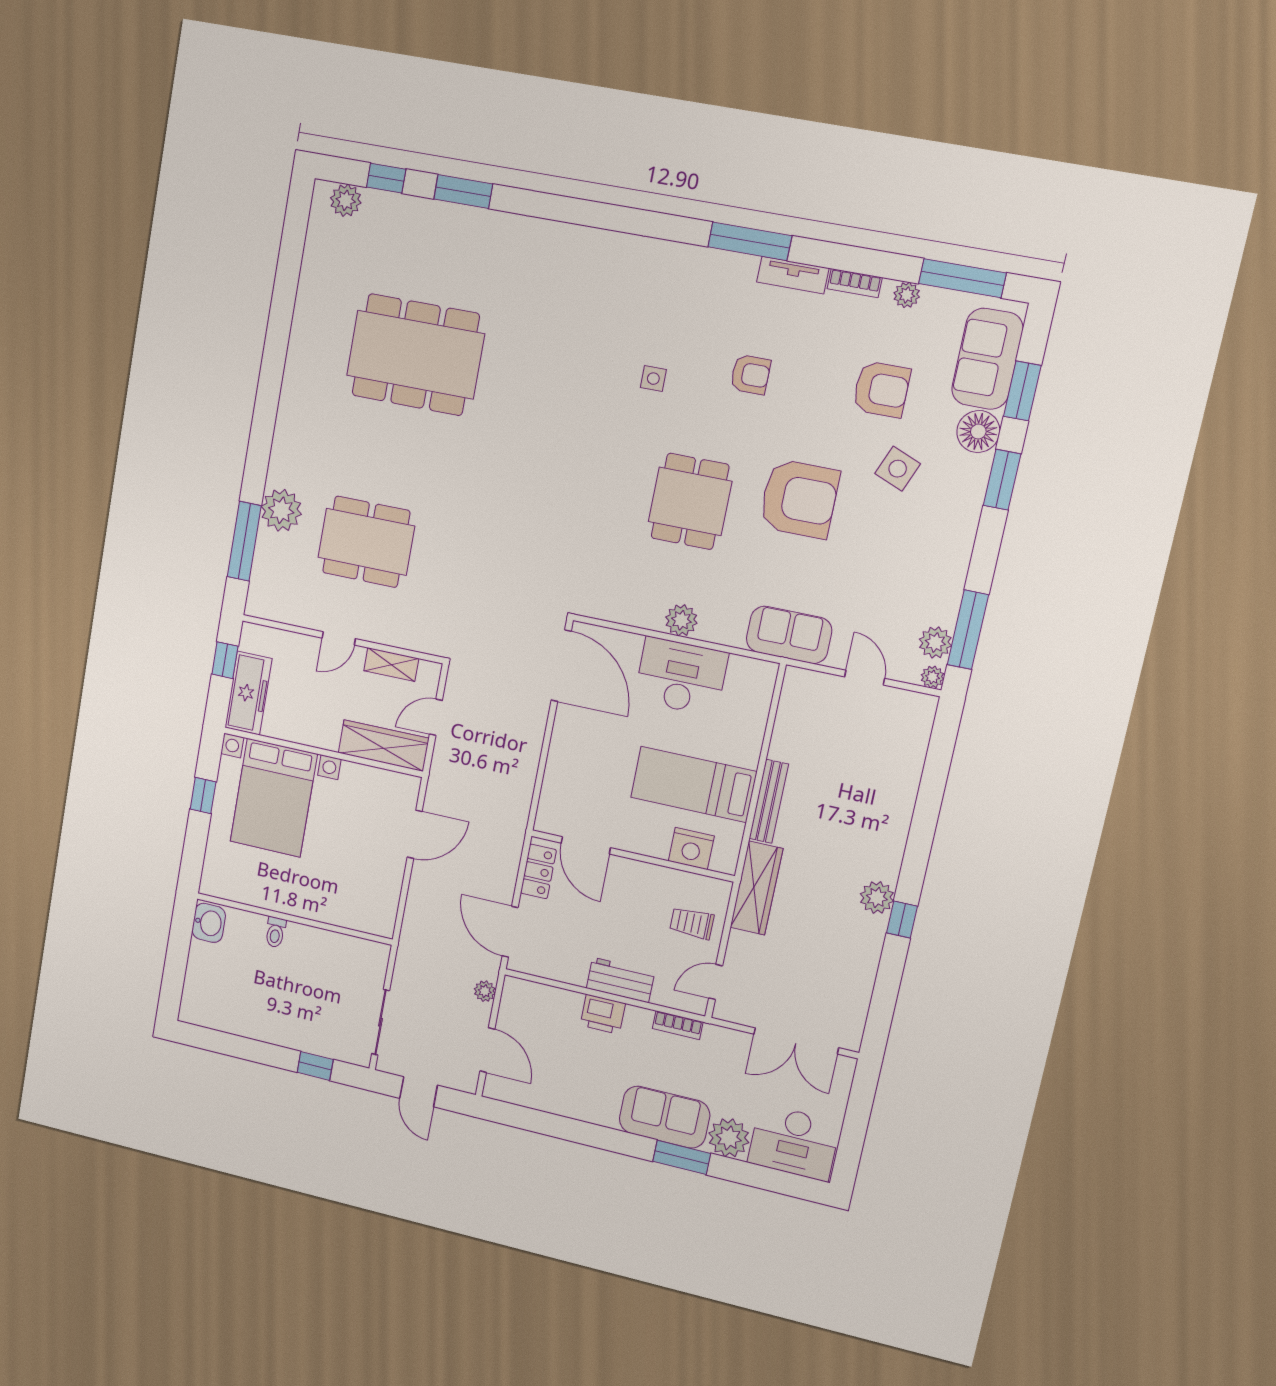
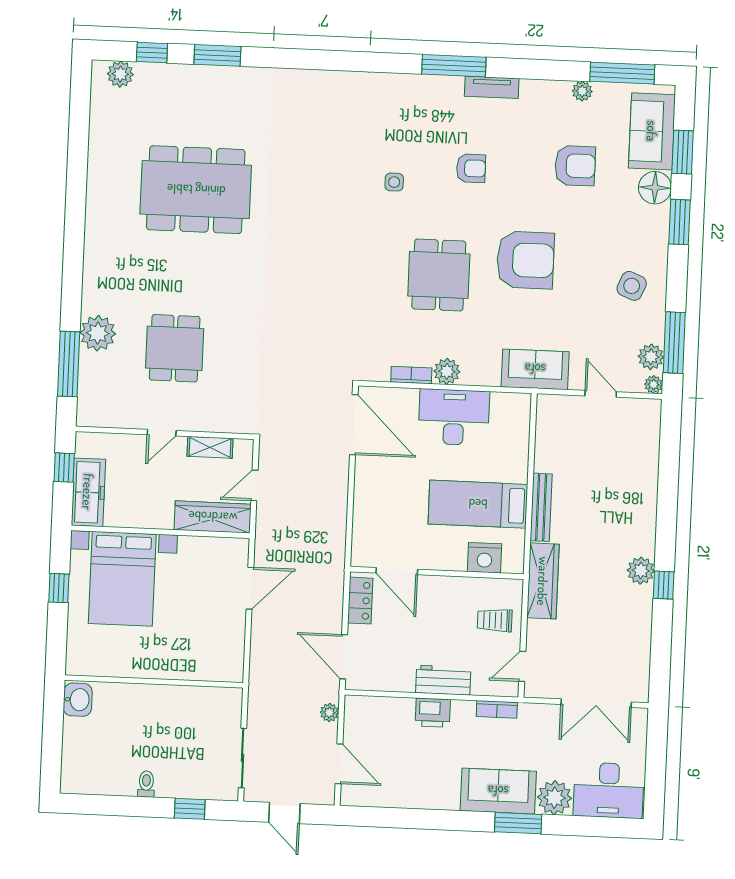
bookcase: (855, 283) -> (411, 375), moved, turned 180
side table: (898, 469) -> (632, 286), moved
dining table: (366, 542) -> (175, 348), width x0.73
toilet: (275, 932) -> (146, 784), moved, turned 180

